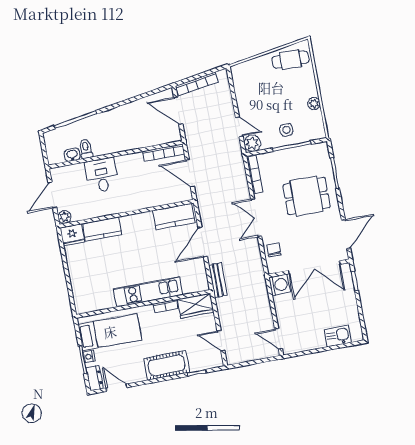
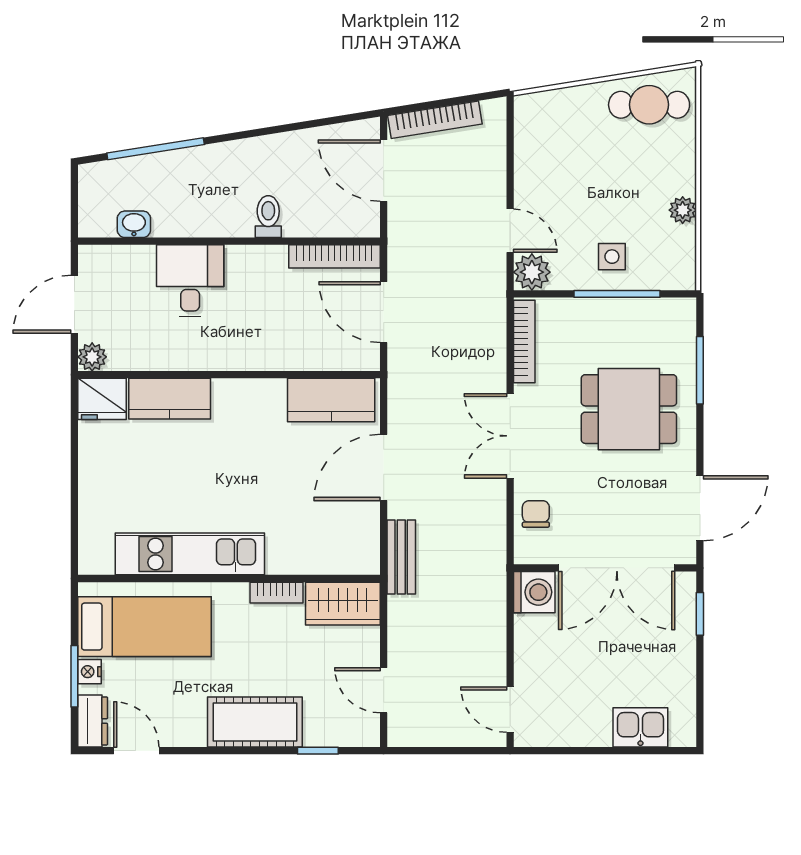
toilet: (86, 149) -> (268, 217), moved
kitchen unit: (148, 292) -> (190, 554), moved

